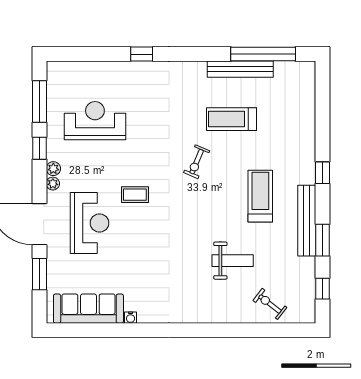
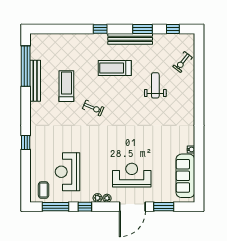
treadmill: (232, 119) -> (66, 86), turned 180
coffee table: (135, 195) -> (44, 190), moved

